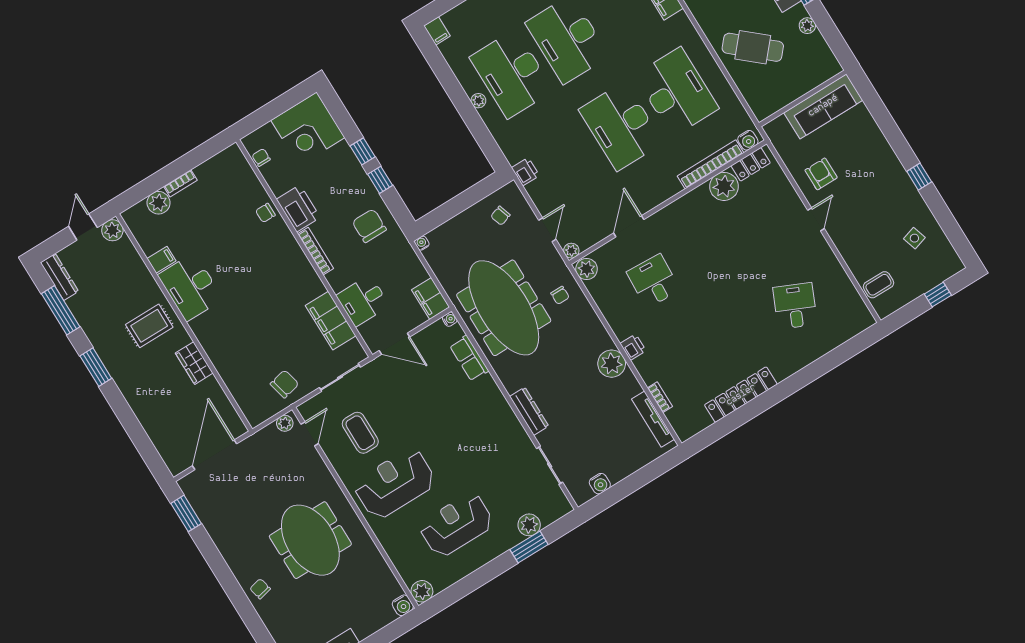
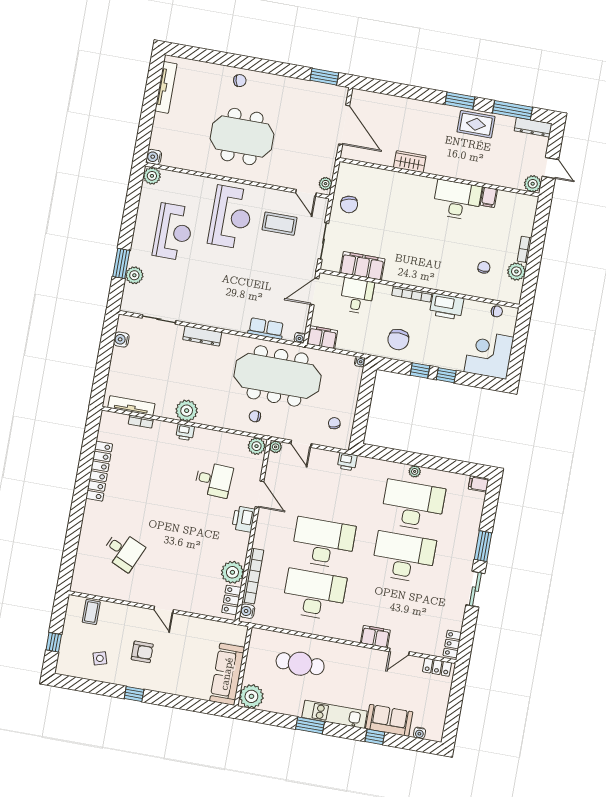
plant: (807, 26) -> (251, 696), moved, width x1.88, depth x1.88
cafe table: (753, 47) -> (300, 664), turned 49
desk: (677, 92) -> (314, 595), turned 180
armchair: (821, 174) -> (142, 652), moved
plant: (159, 203) -> (516, 271), moved
chair: (265, 213) -> (484, 267), moved
printer: (665, 220) -> (243, 519), added
chair: (369, 226) -> (398, 340), turned 91
rug: (149, 326) -> (476, 124), moved, turned 90

